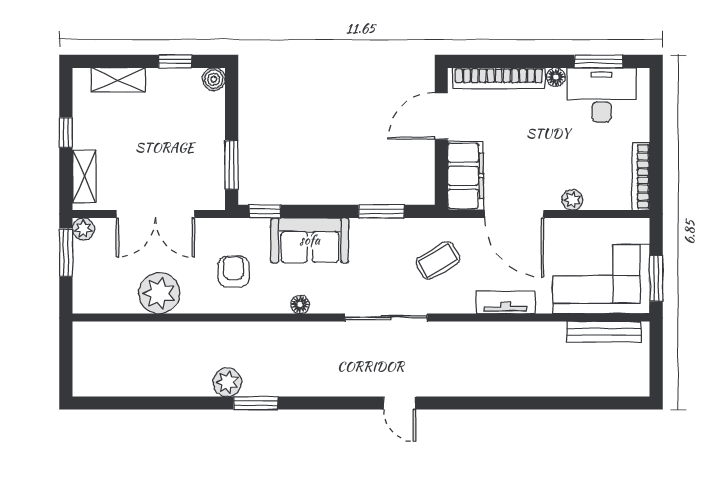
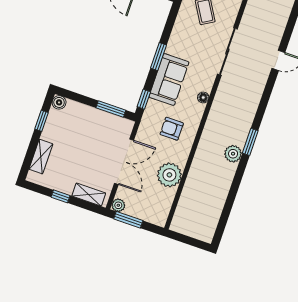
window: (381, 211) -> (158, 57), moved

